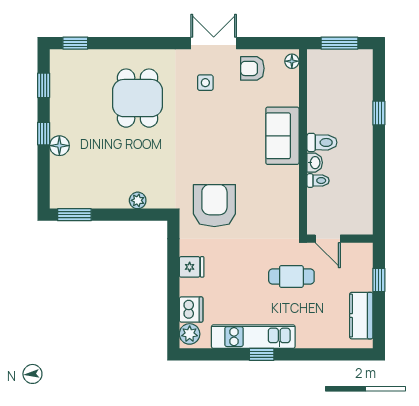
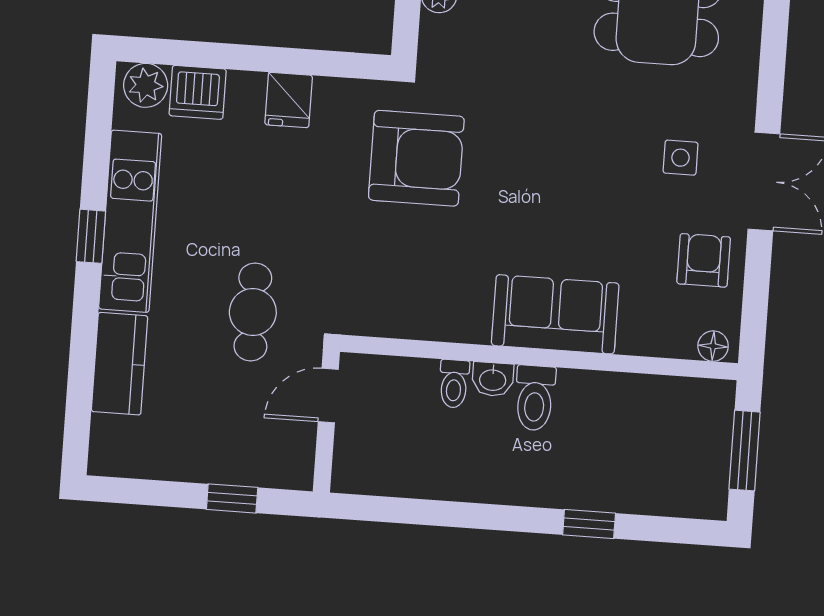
kitchen counter: (361, 316) -> (120, 364), moved, turned 90

